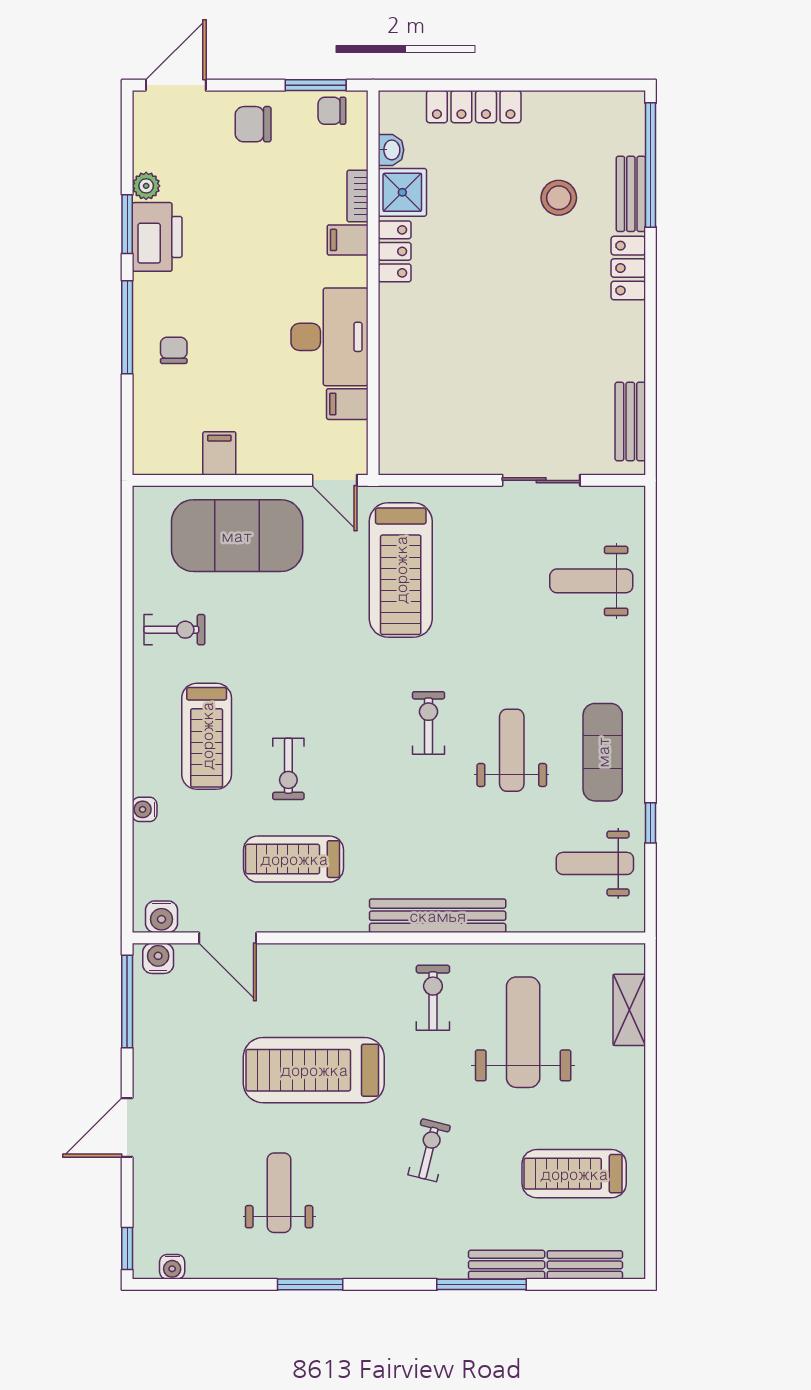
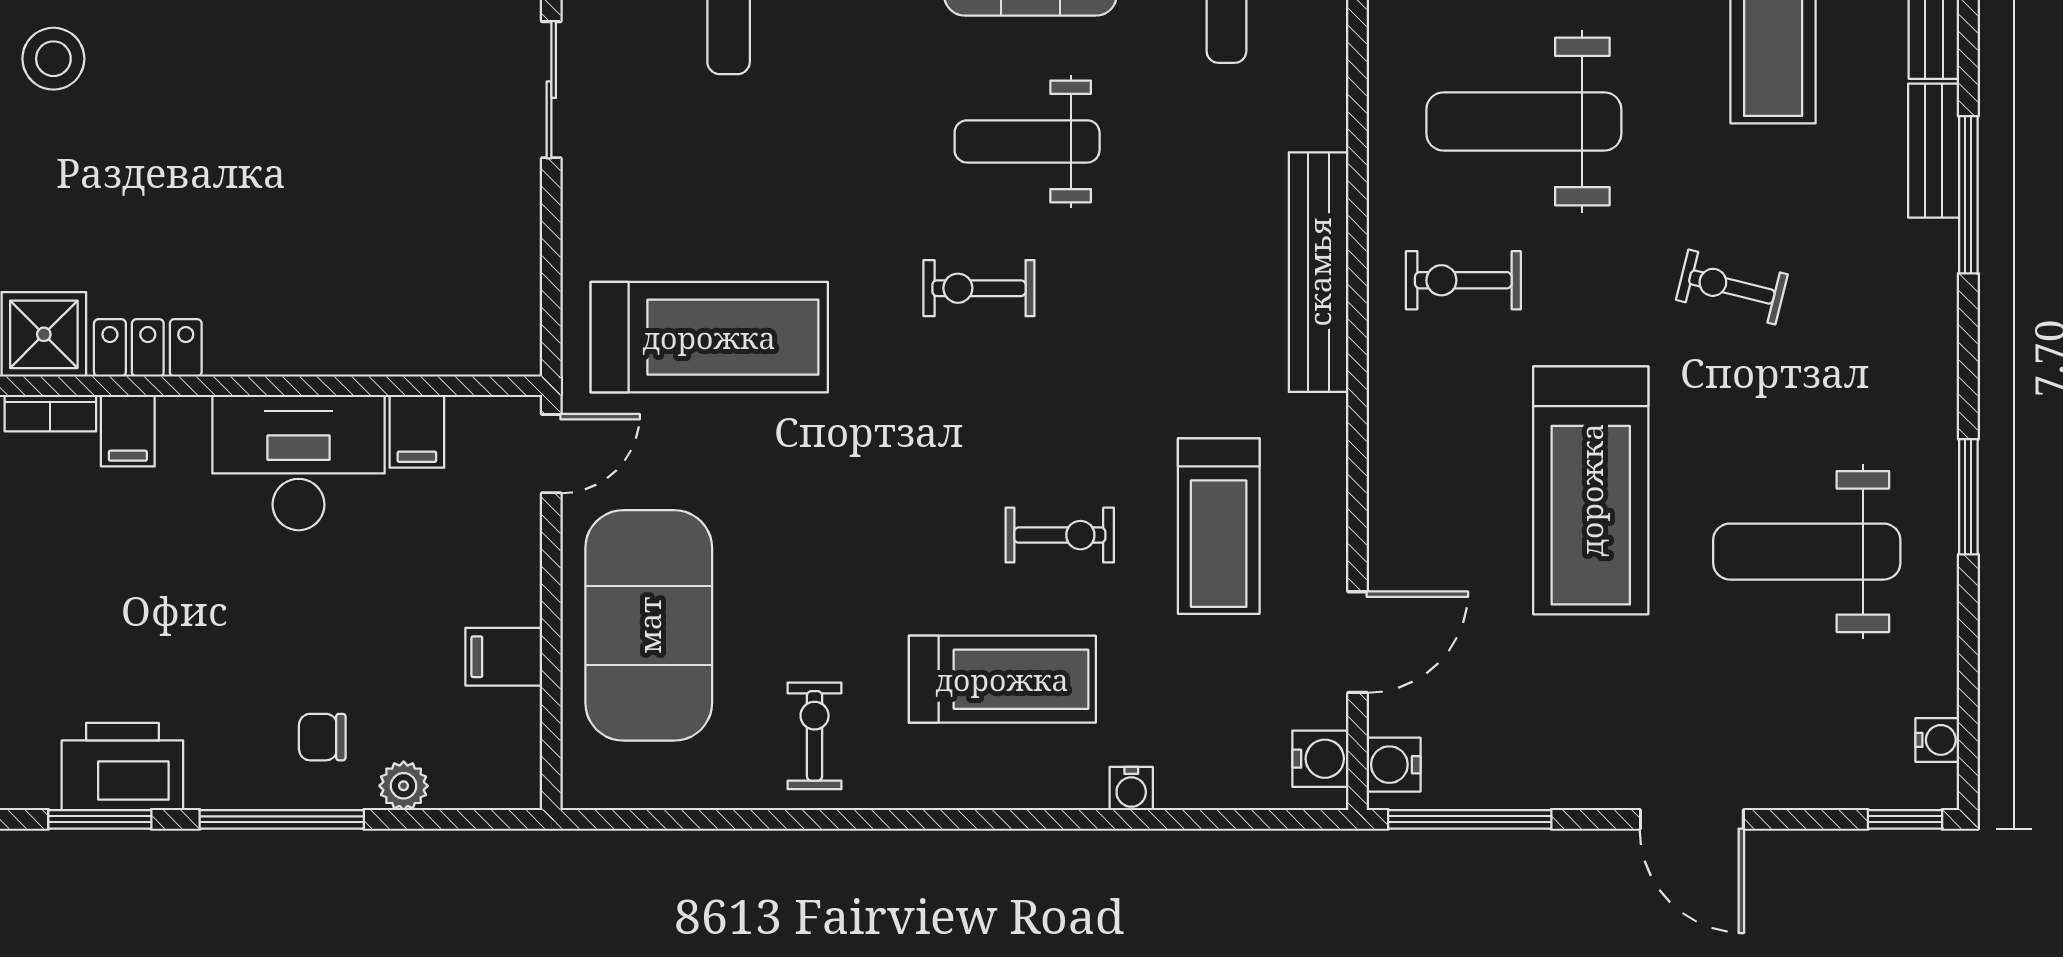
plant: (146, 186) -> (404, 786), moved
weight bench: (279, 1193) -> (1807, 552), width x1.36, depth x1.33

